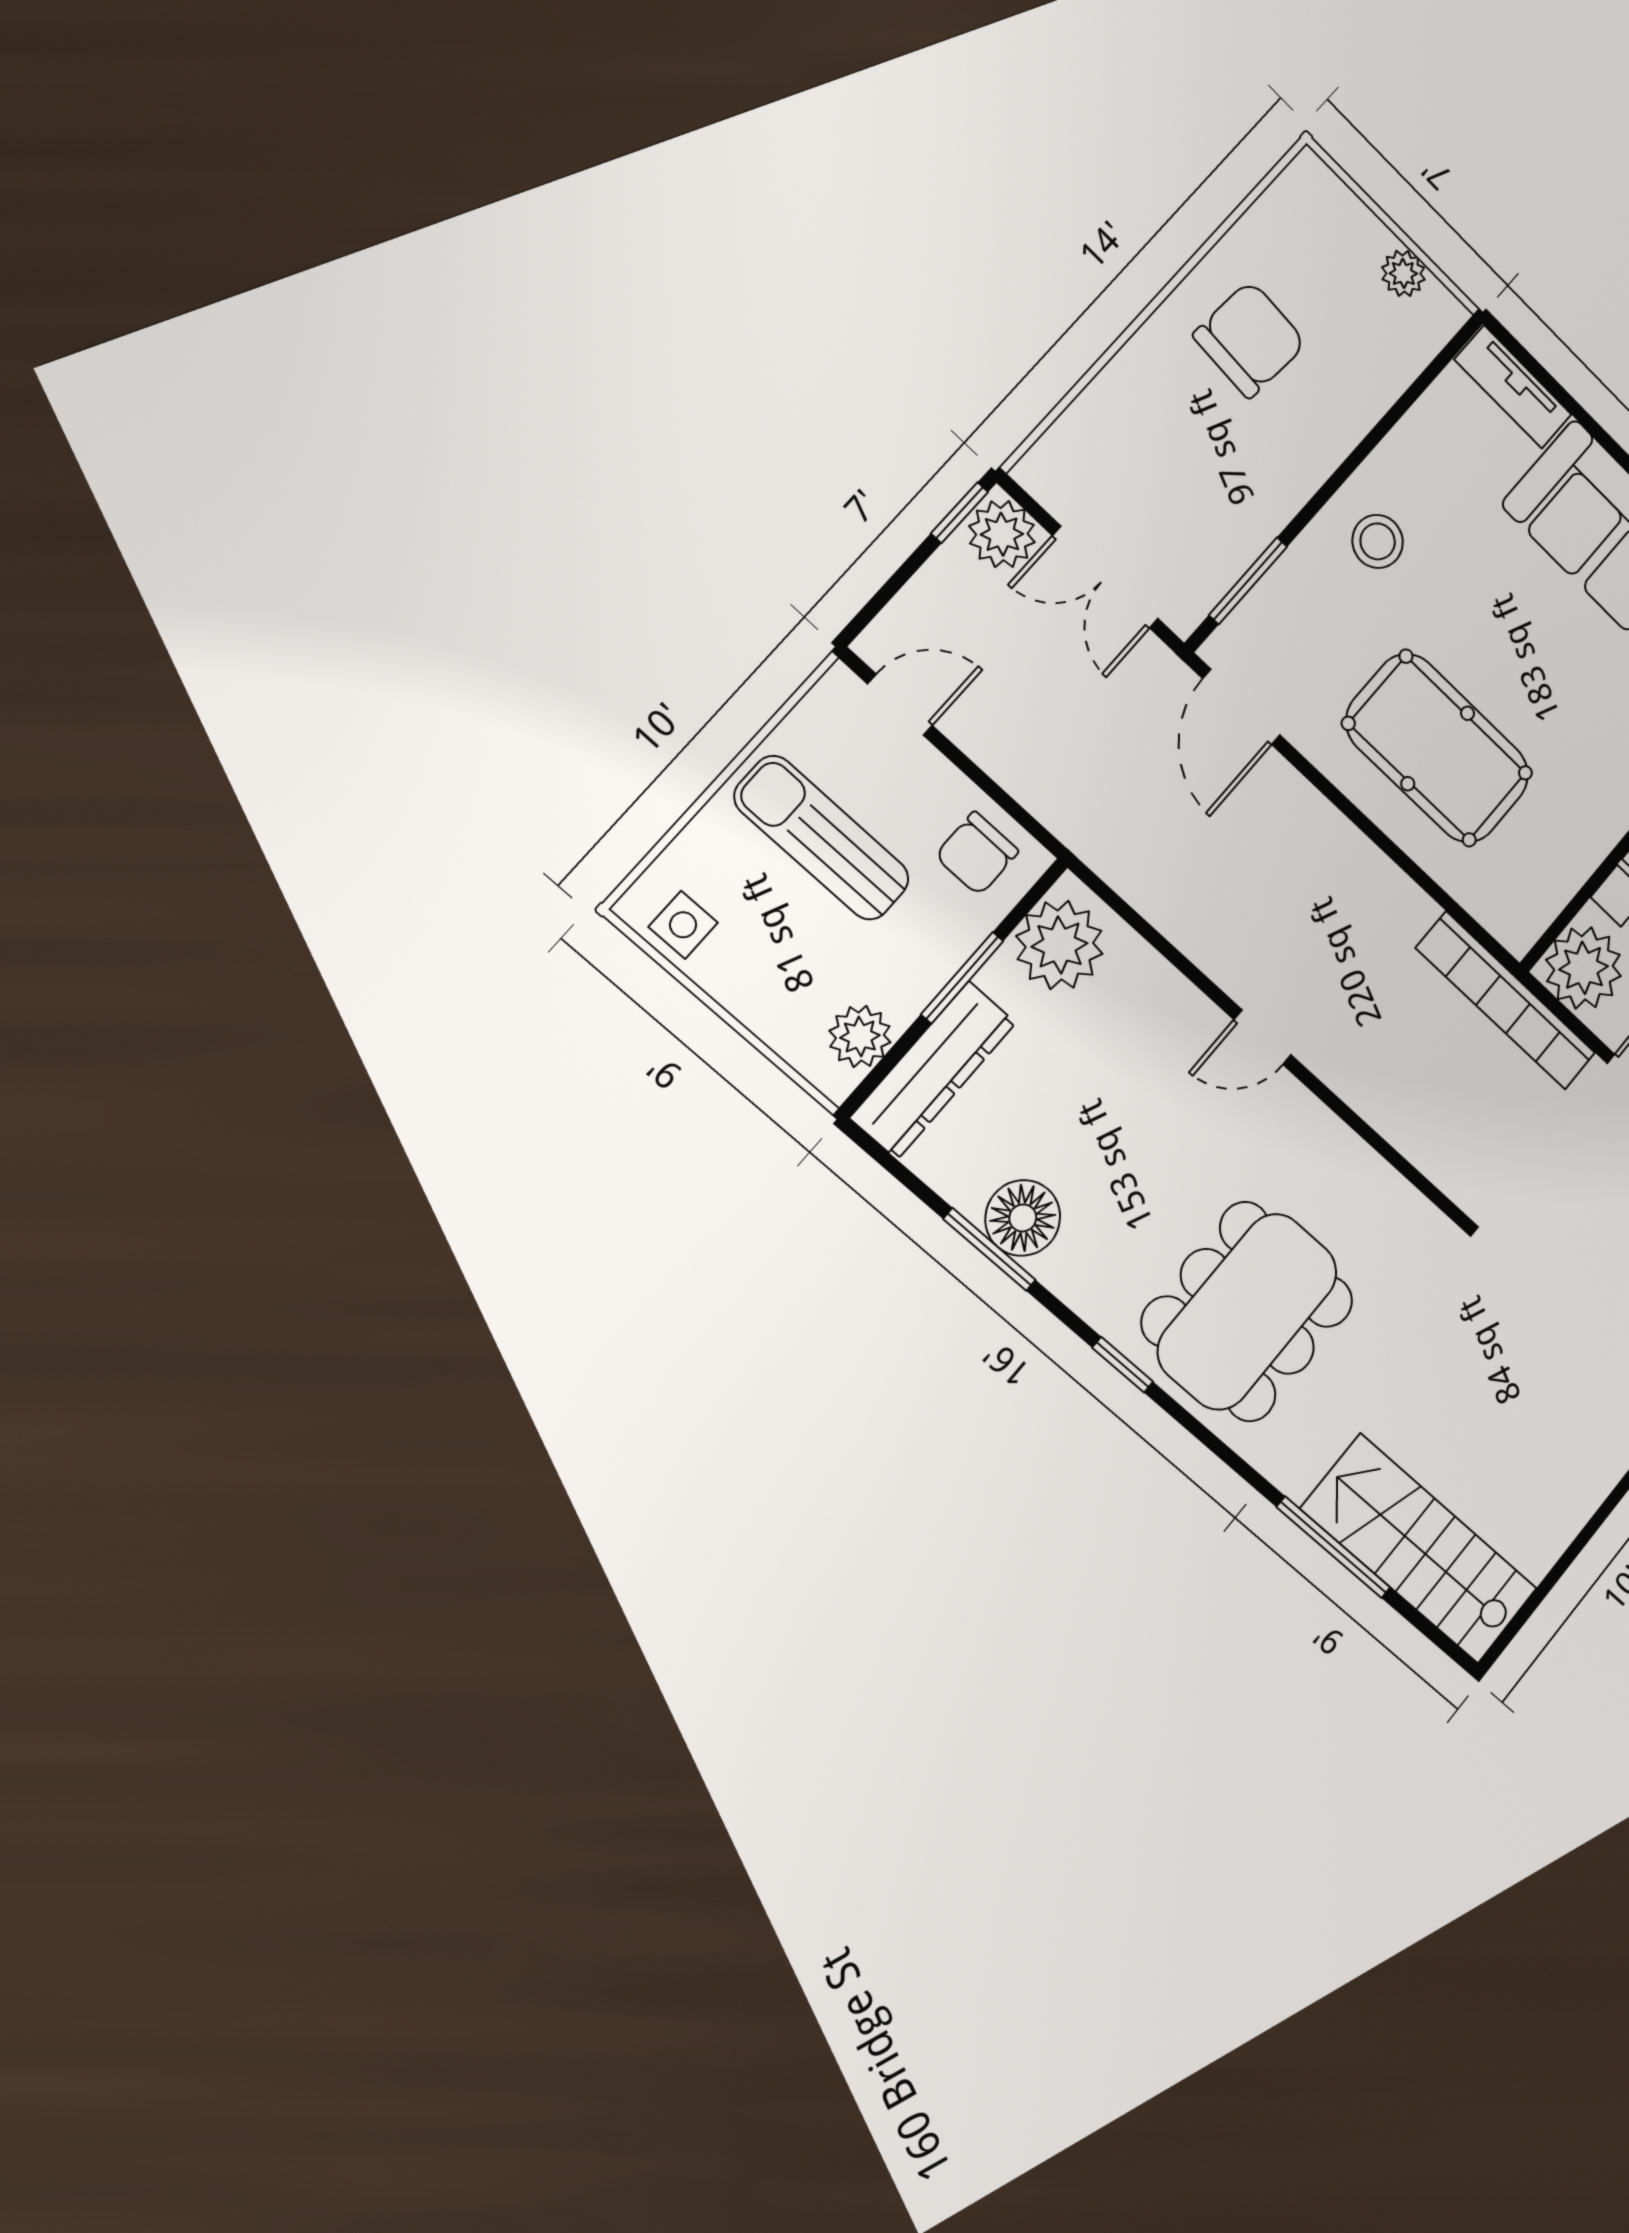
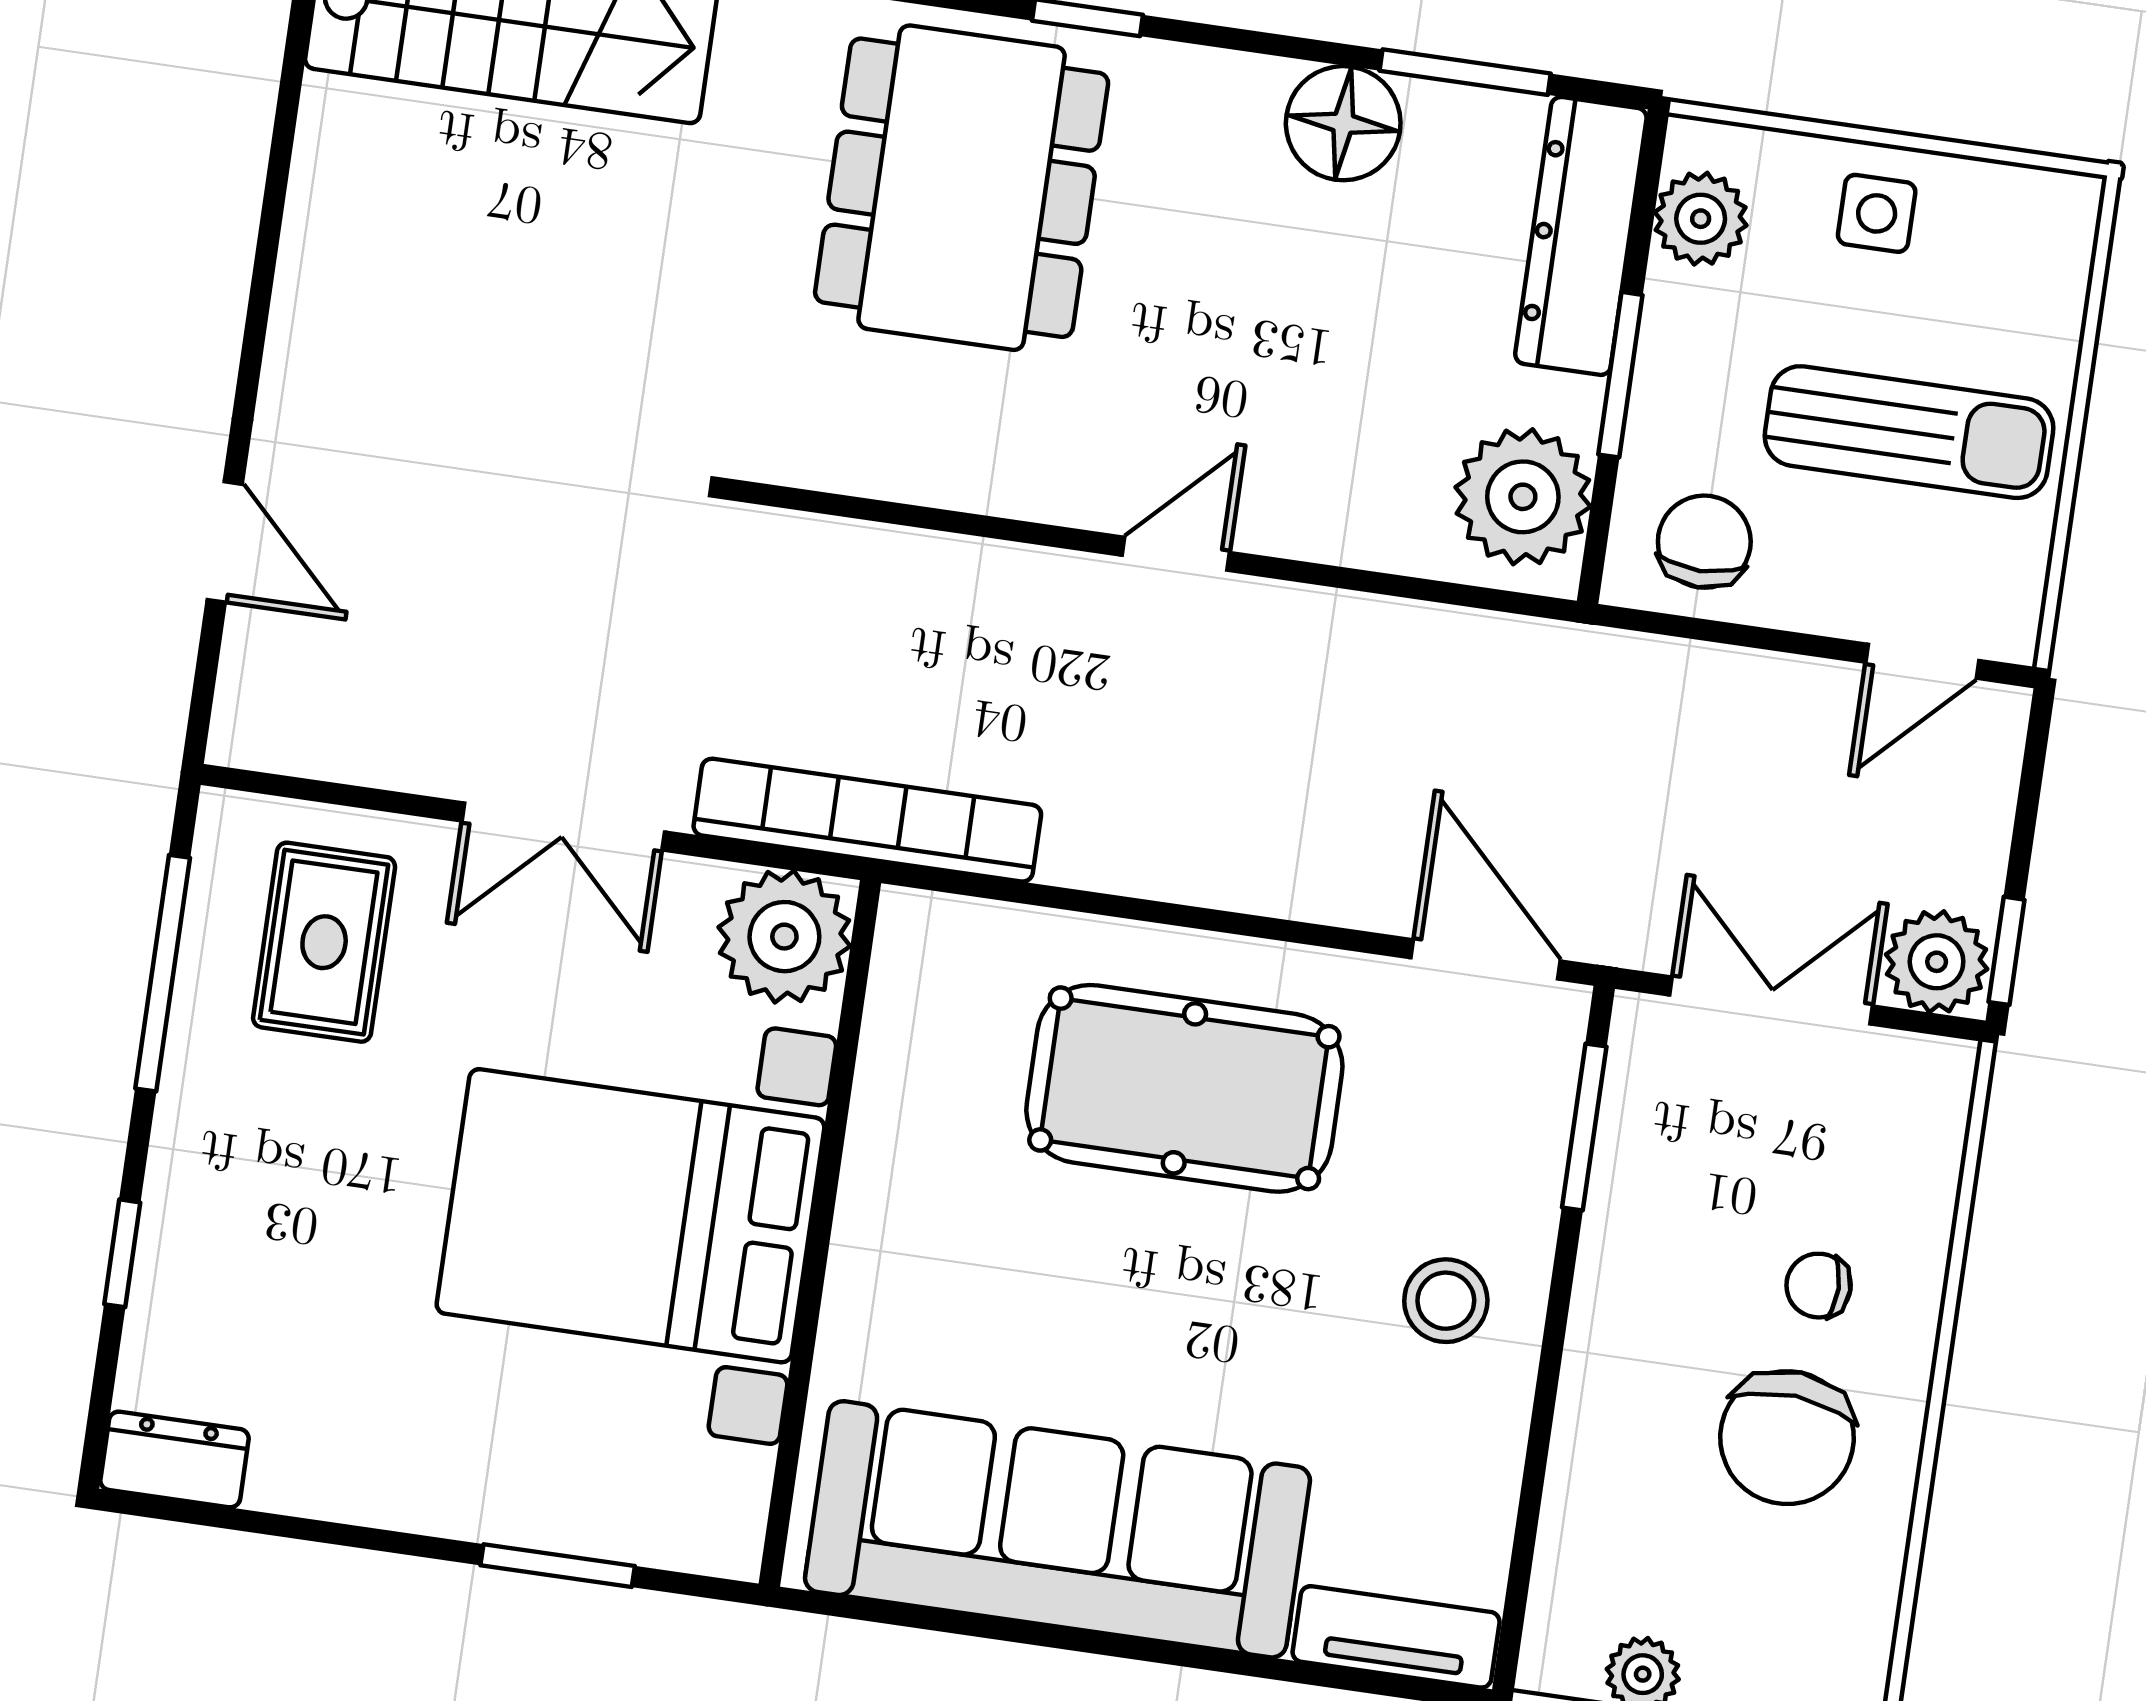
chair: (1181, 407) -> (1819, 1286), added
side table: (683, 925) -> (1877, 213), moved
window: (990, 1250) -> (1465, 72), moved

